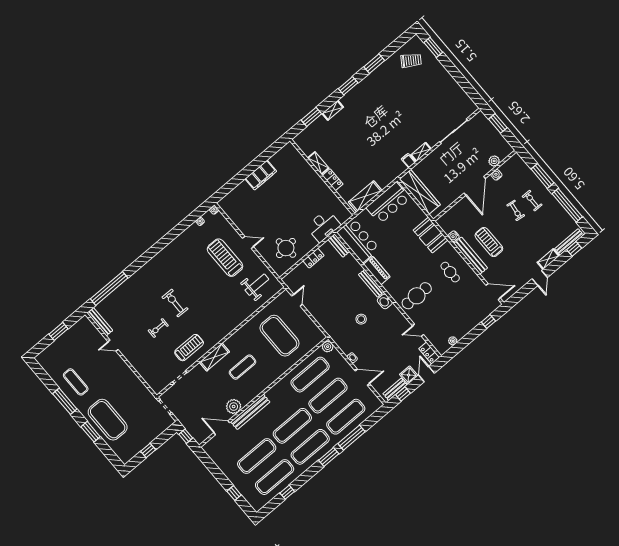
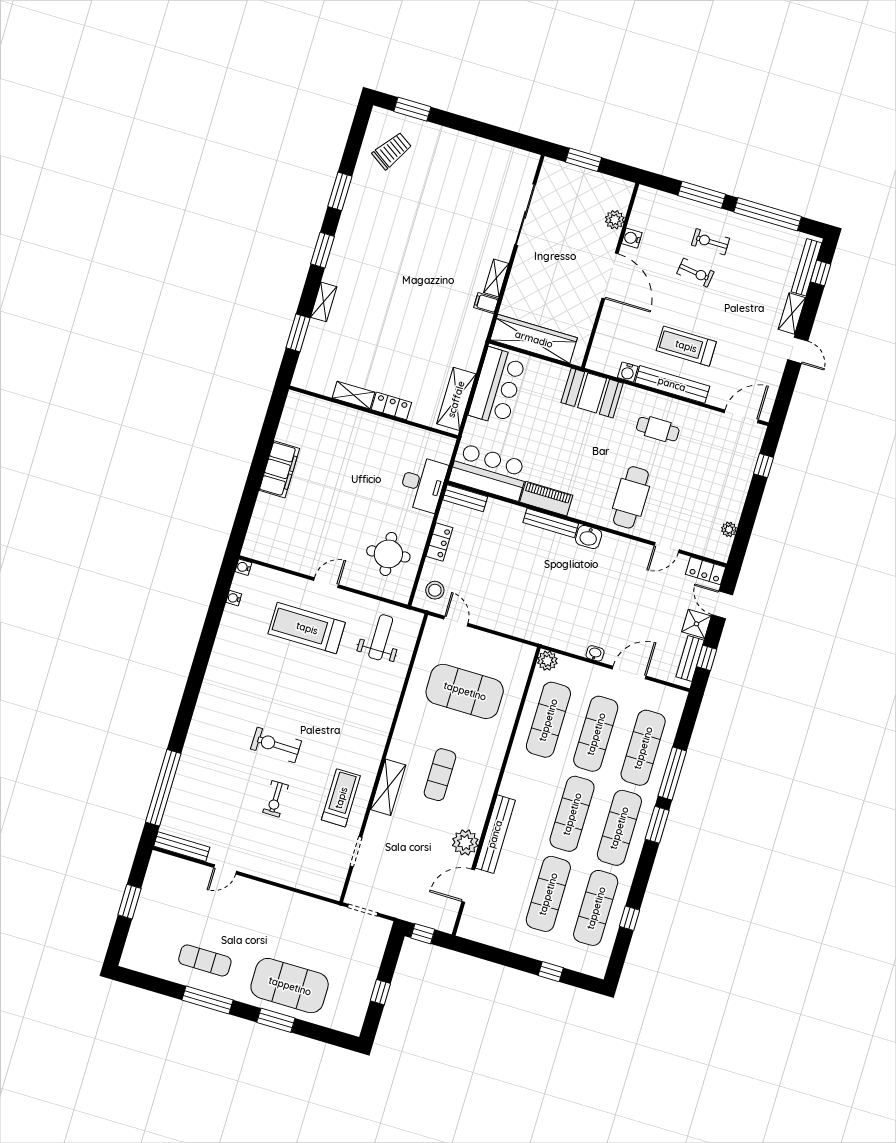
stool: (361, 319) -> (435, 590), moved

